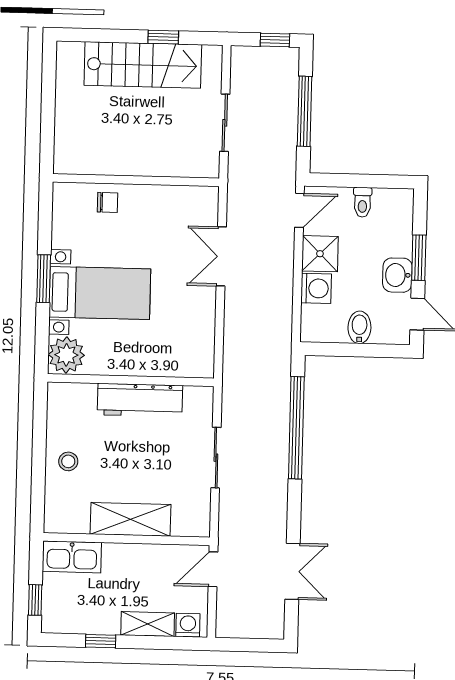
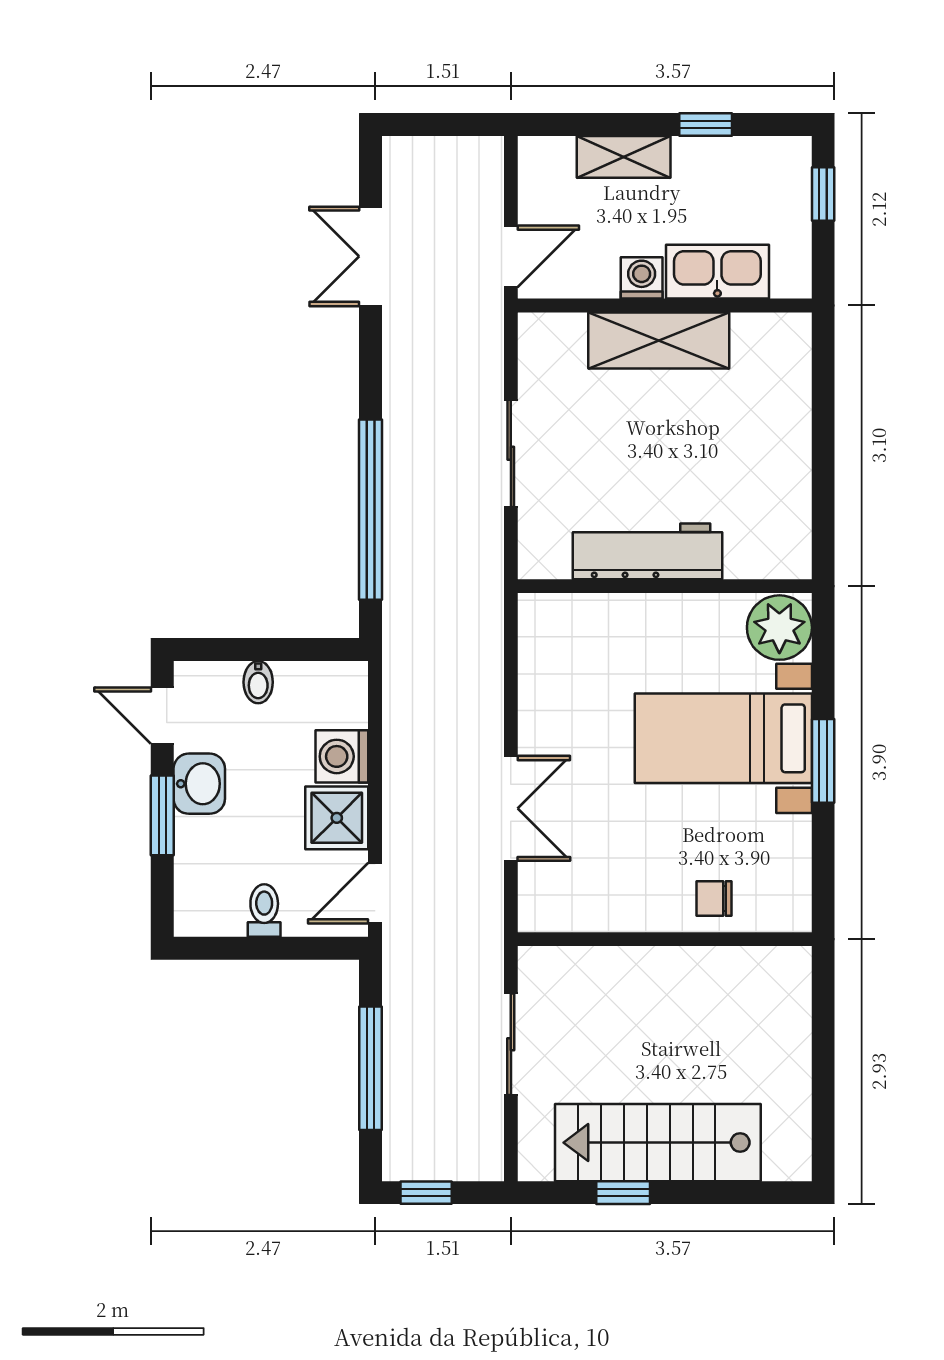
bidet: (359, 327) -> (258, 682), width x0.72, depth x0.74
stool: (68, 461) -> (771, 440), removed
kitchen sink: (72, 557) -> (717, 272), moved
washing machine: (188, 625) -> (642, 278), moved, turned 180

